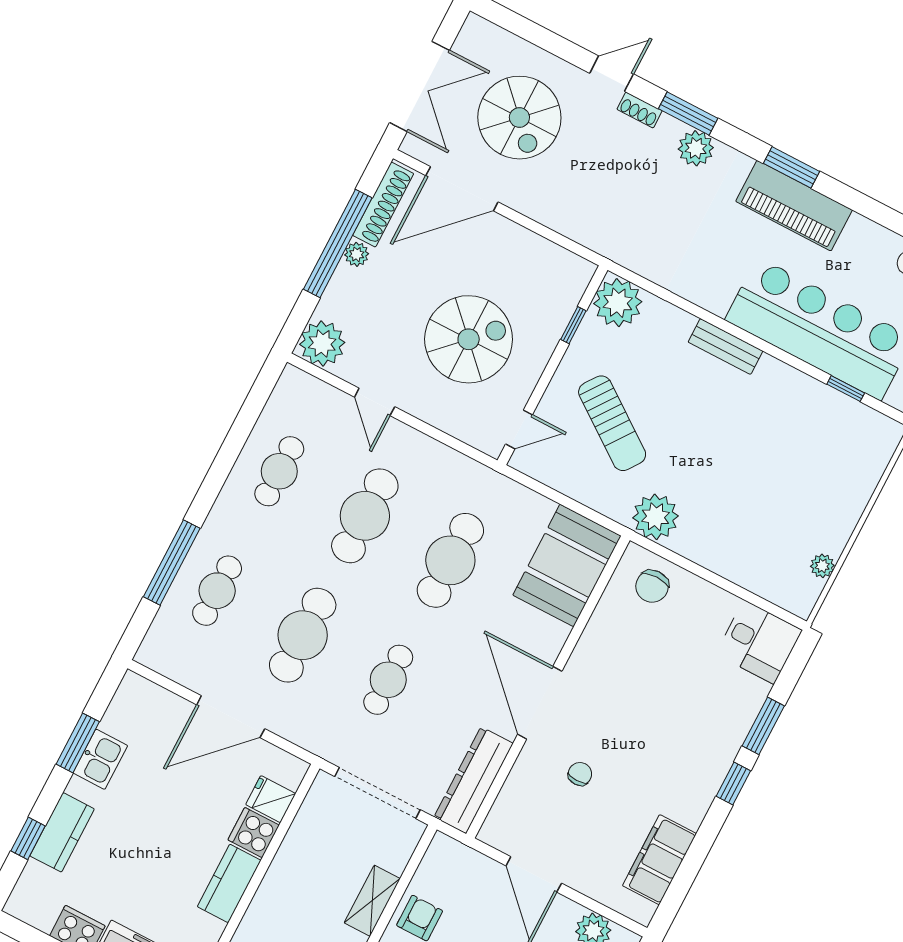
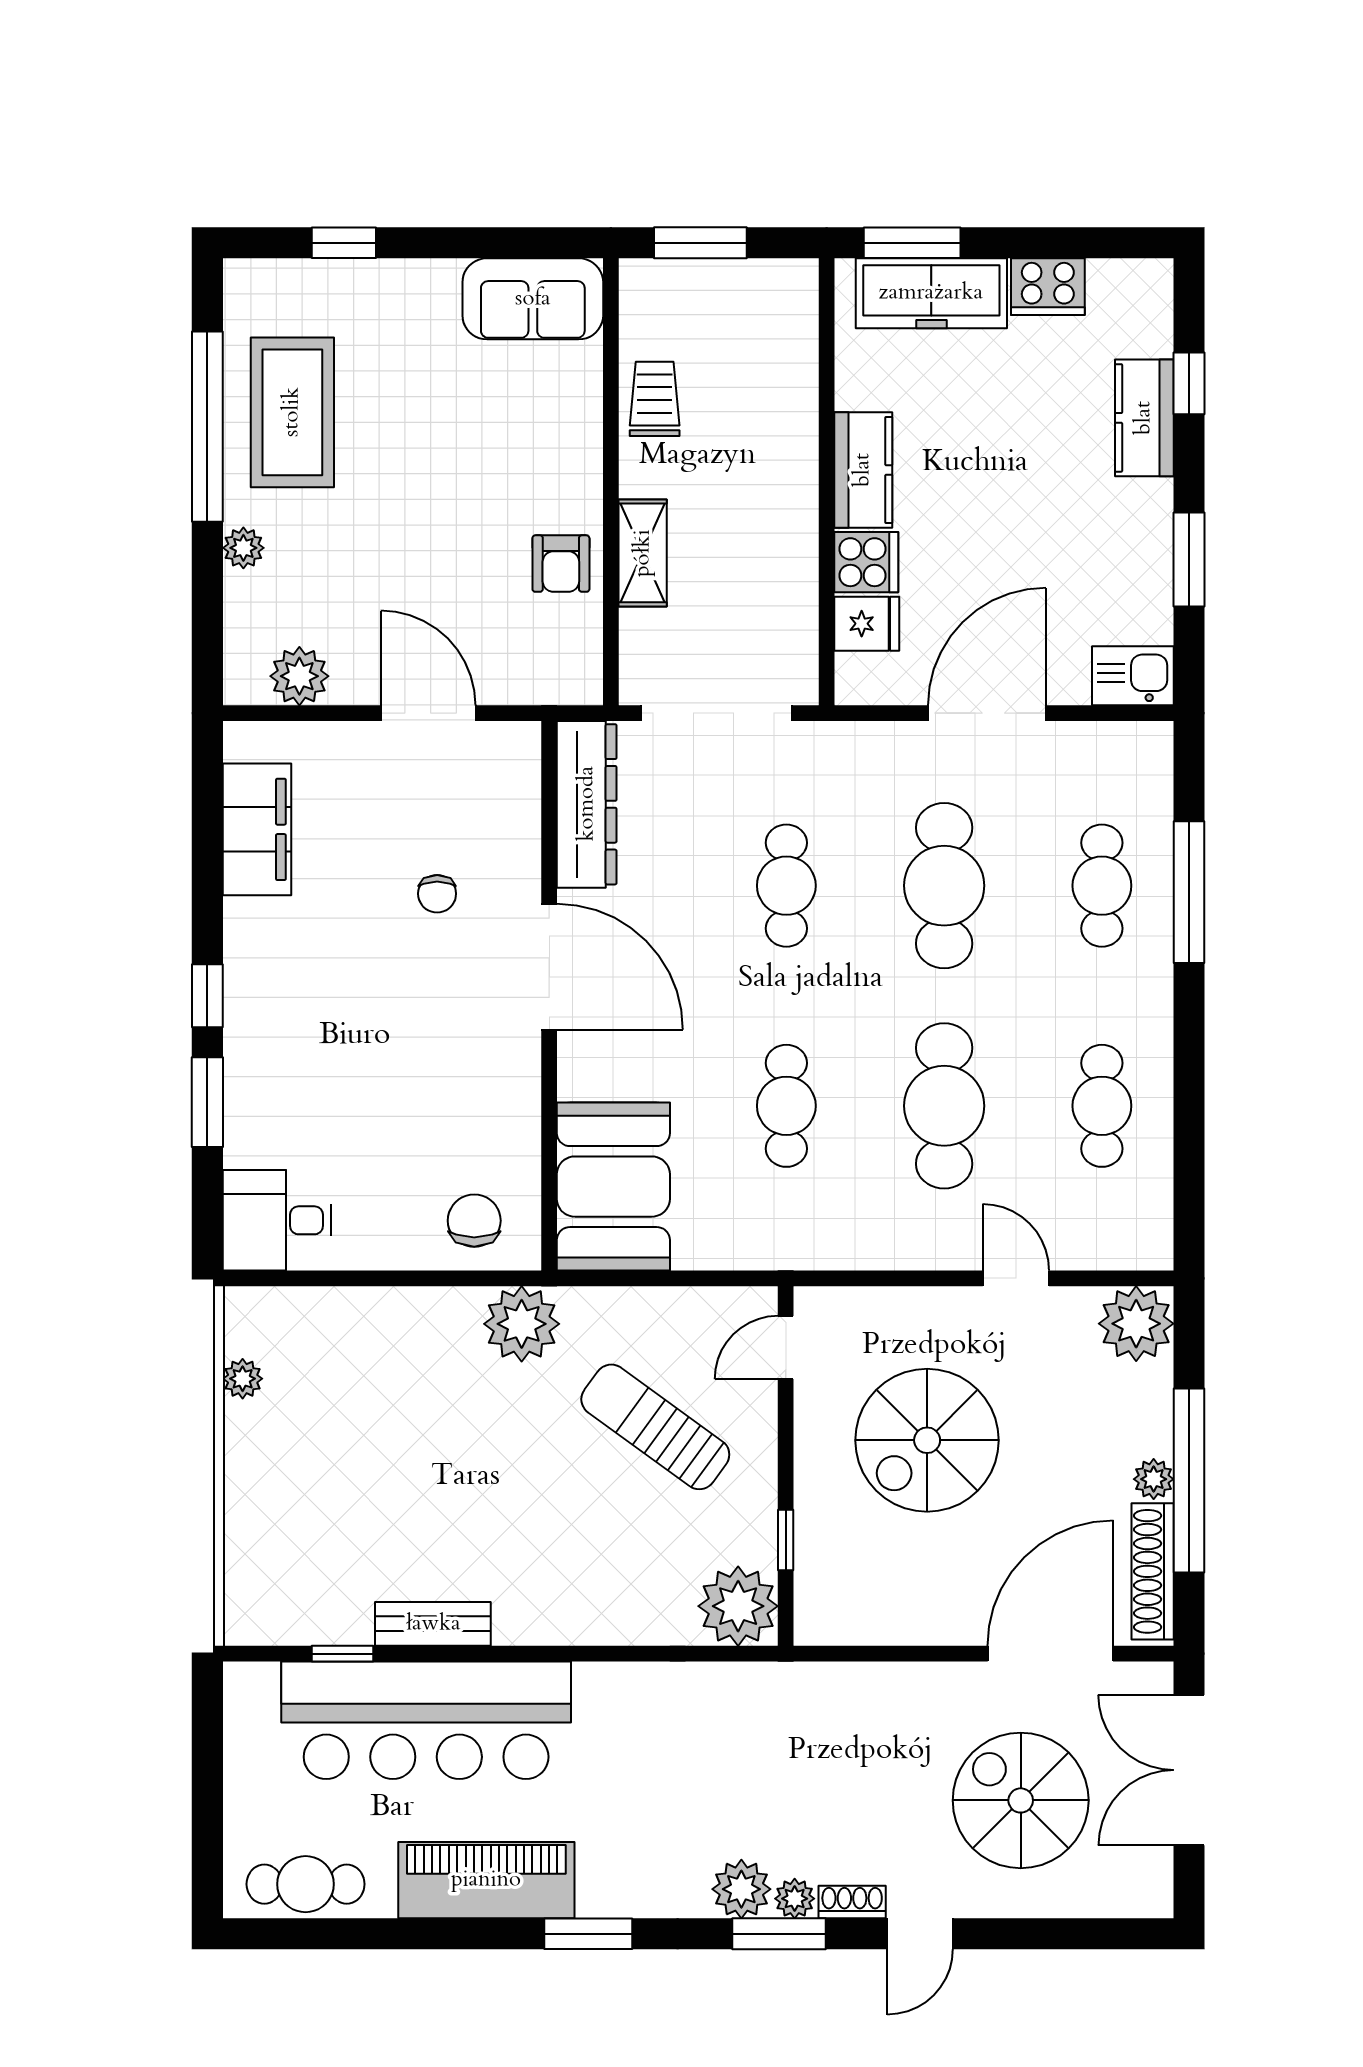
plant: (670, 128) -> (795, 1899), added
piano: (794, 206) -> (486, 1880), moved
bench: (725, 346) -> (433, 1624), moved
cafe table: (450, 560) -> (786, 1106), width x0.73, depth x0.74
kitchen sink: (100, 759) -> (1133, 676), moved, turned 90

